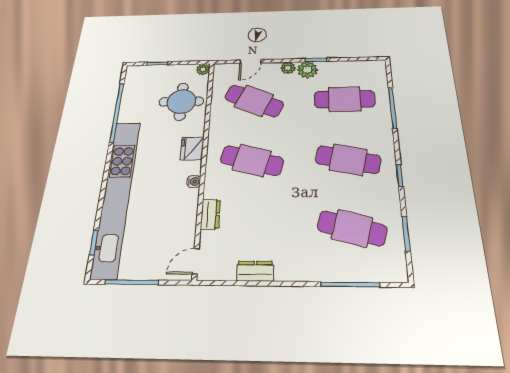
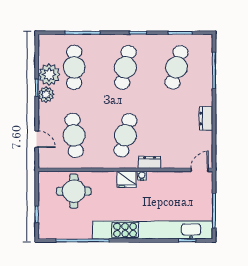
plant: (288, 68) -> (49, 75), moved, width x1.88, depth x1.88
plant: (203, 69) -> (43, 177), removed
cafe table: (254, 101) -> (74, 135), turned -30
fridge: (192, 148) -> (127, 179), moved
dresser: (210, 214) -> (150, 162), moved
door: (196, 261) -> (200, 170), swing flipped
dresser: (255, 271) -> (206, 118), moved

